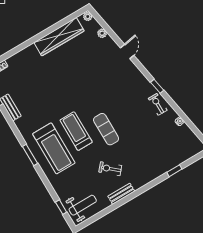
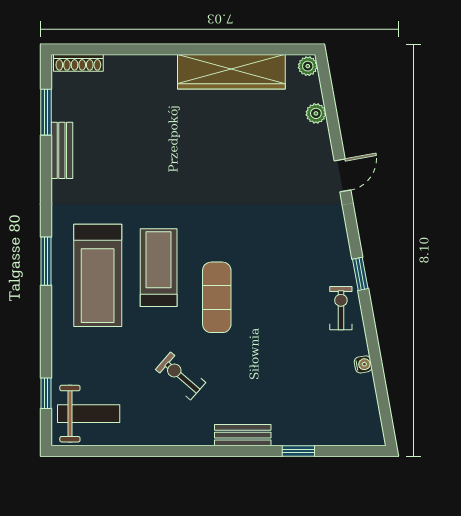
bench: (121, 194) -> (243, 435), moved

